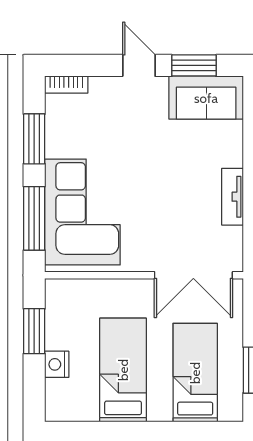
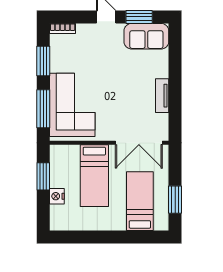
bed: (123, 370) -> (94, 176), moved, turned 180

